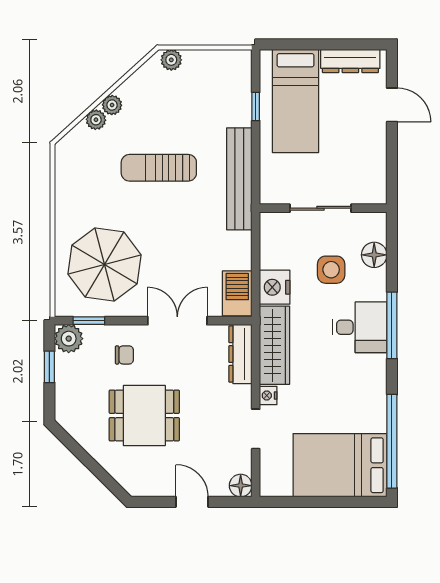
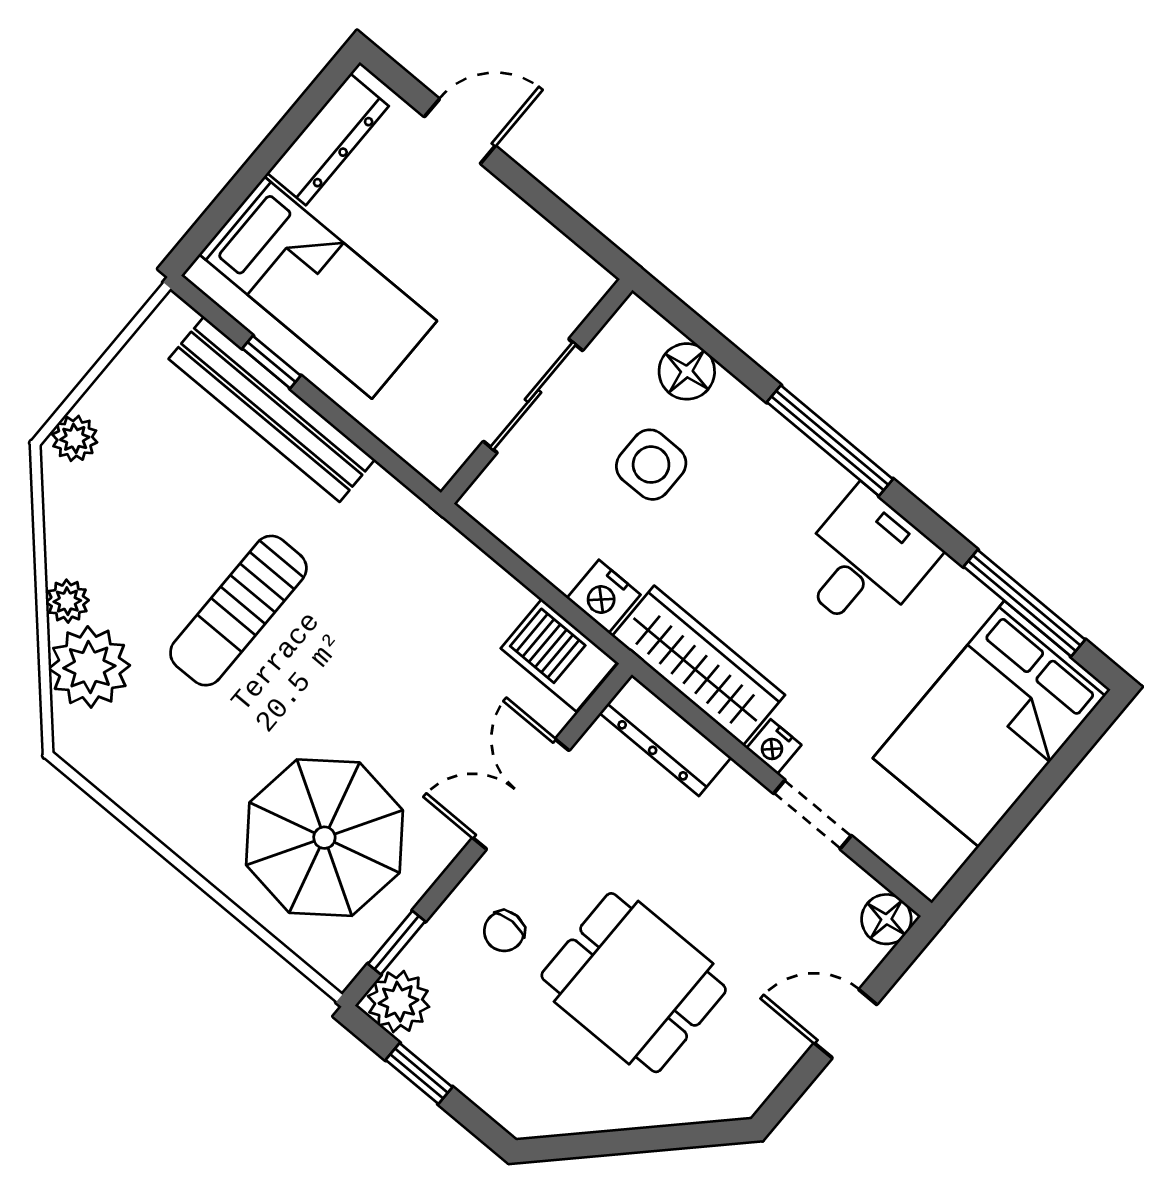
plant: (96, 120) -> (89, 667), width x1.87, depth x1.87
bench: (239, 179) -> (272, 409), moved
nightstand: (275, 287) -> (604, 596), width x0.74, depth x0.75
desk: (360, 327) -> (865, 562), moved
chair: (124, 355) -> (504, 931), turned 180
dining table: (144, 415) -> (634, 983), turned 90
window: (392, 441) -> (1024, 603), width x0.68

